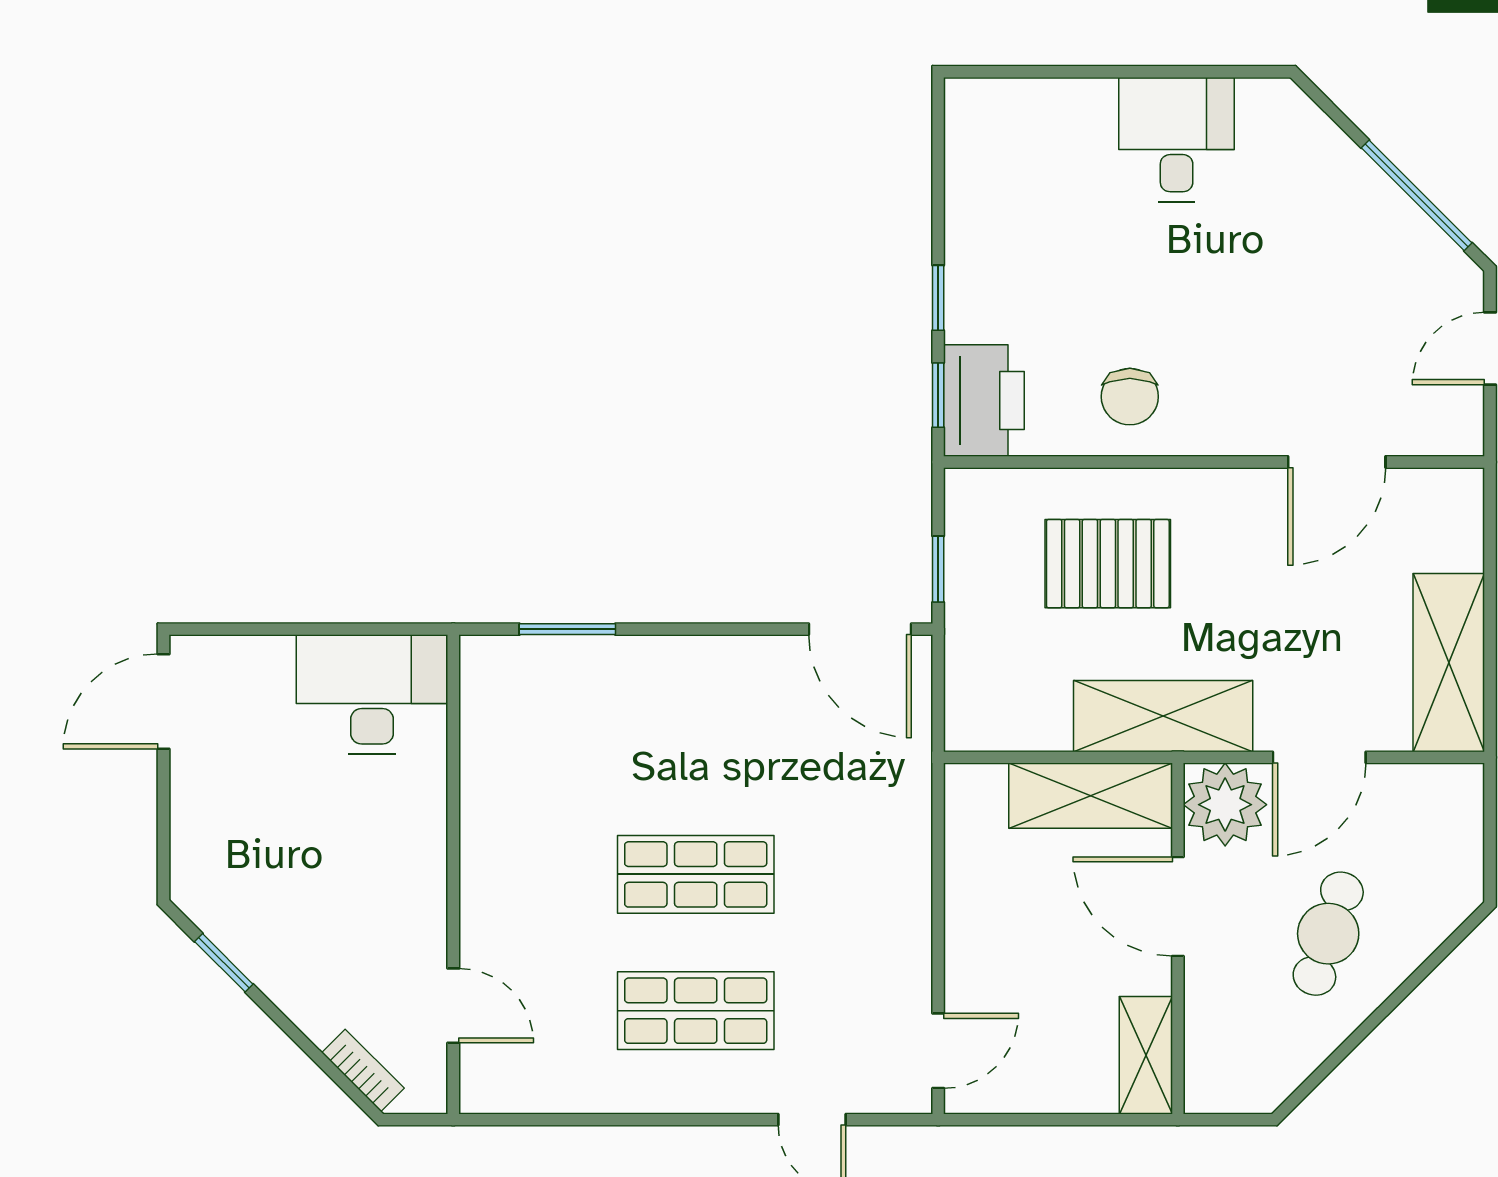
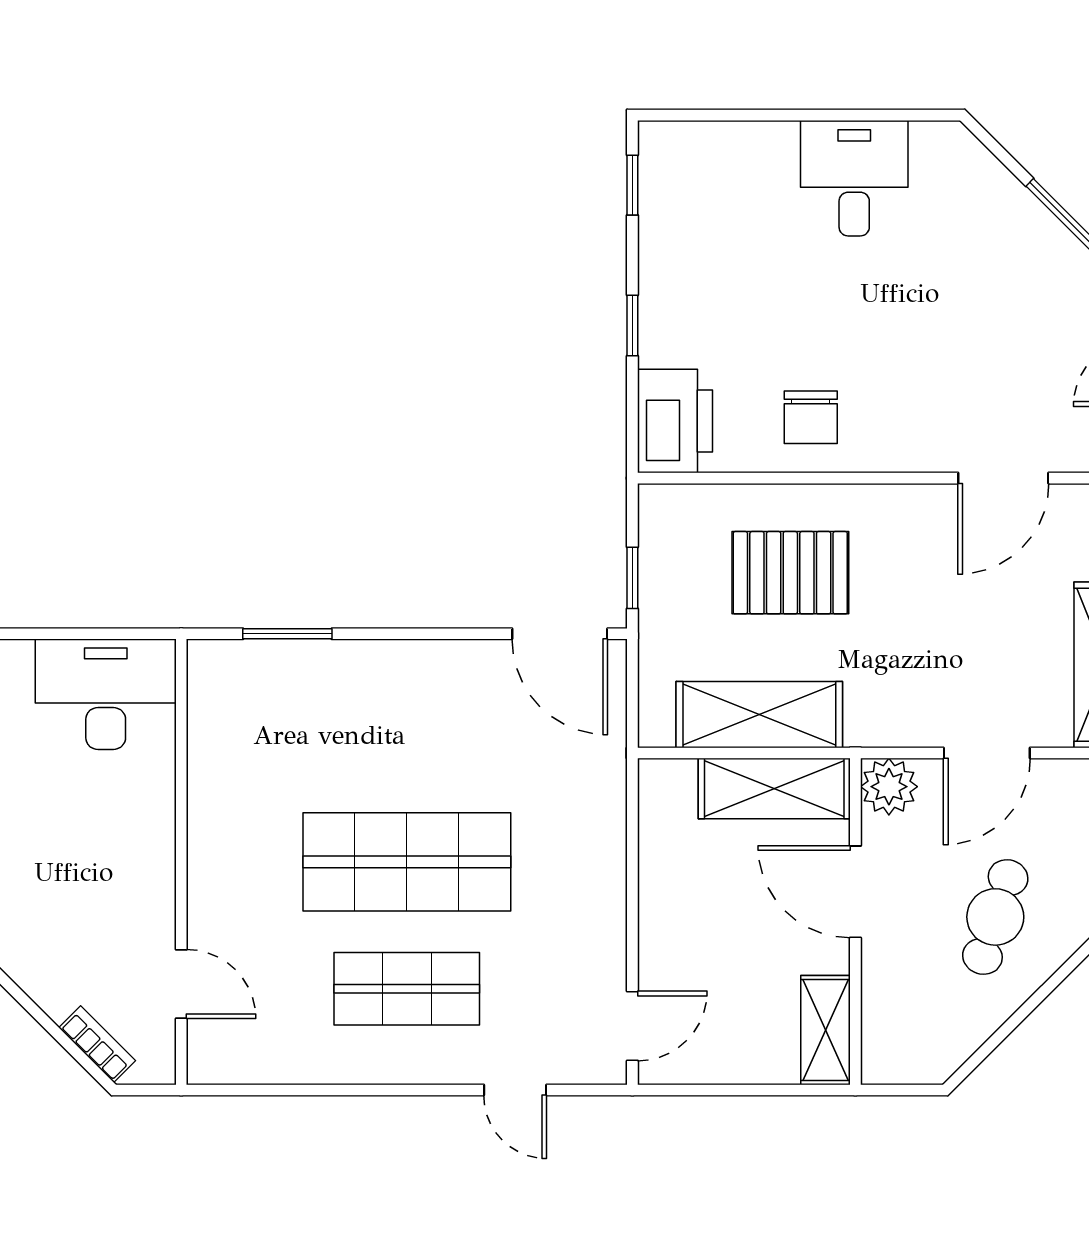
window: (938, 395) -> (632, 185), moved
shelving: (1163, 716) -> (759, 715), moved
plant: (1225, 805) -> (889, 787), width x0.73, depth x0.73
shop shelf: (696, 874) -> (407, 862), width x1.43, depth x1.36

